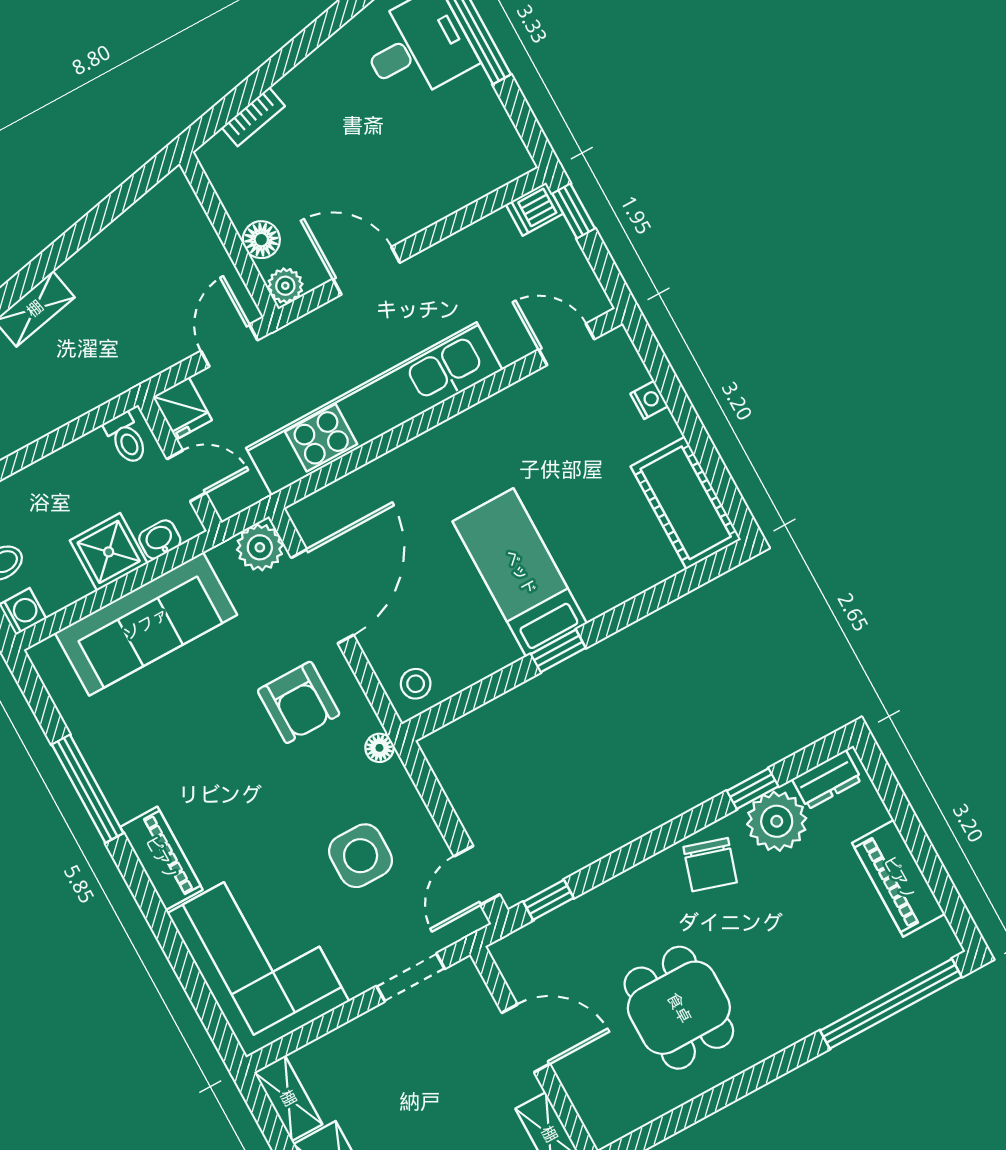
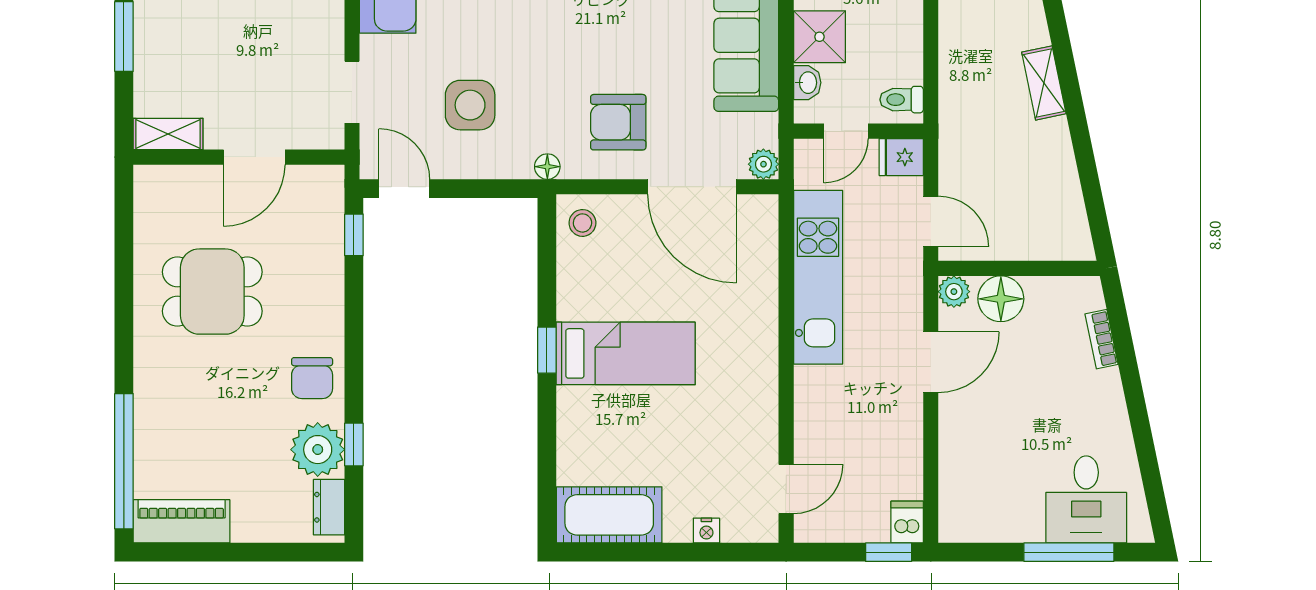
floor lamp: (261, 240) -> (1001, 299), width x1.38, depth x1.38
kitchen unit: (374, 409) -> (818, 277), width x0.73
plant: (260, 547) -> (763, 164), width x0.73, depth x0.73
chair: (710, 865) -> (312, 378), turned -107
piano: (899, 878) -> (182, 521), moved

